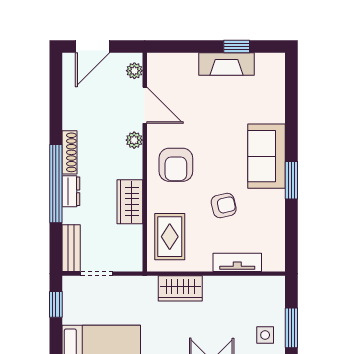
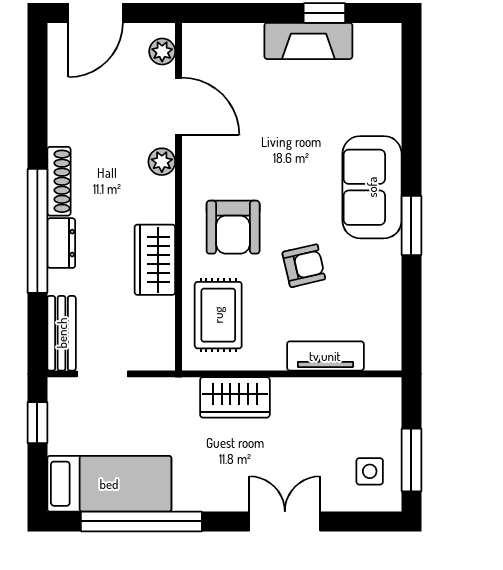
armchair: (176, 165) -> (233, 227), moved

